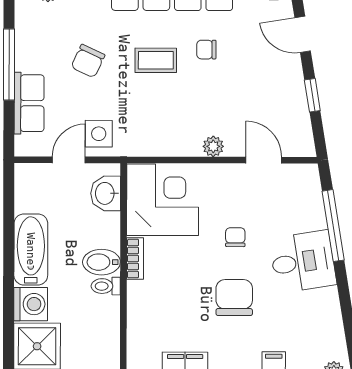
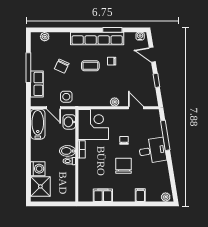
door: (69, 160) -> (54, 108), swing flipped
bathtub: (31, 249) -> (38, 124), moved

